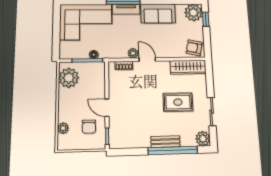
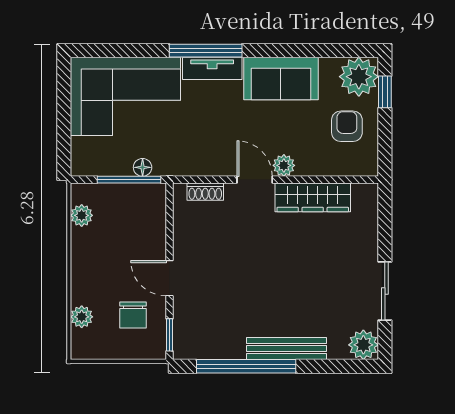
armchair: (194, 48) -> (347, 126), moved, turned 78
plant: (133, 53) -> (284, 165), moved
wardrobe: (188, 67) -> (313, 197), moved
plant: (69, 78) -> (82, 215), width x0.53, depth x0.53
rug: (178, 102) -> (316, 270), removed
bench: (165, 142) -> (286, 349), width x1.36
window: (173, 150) -> (246, 366), moved

